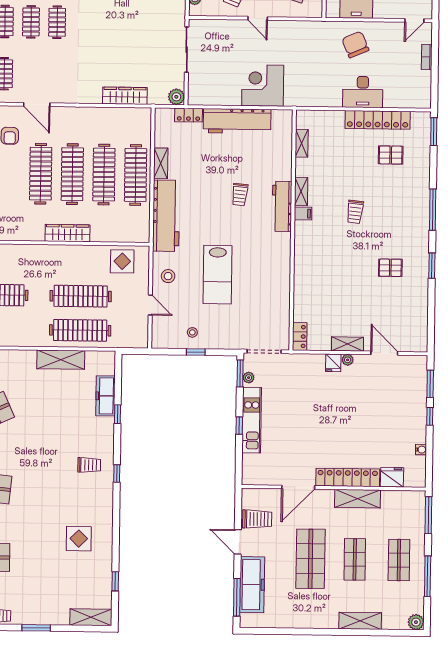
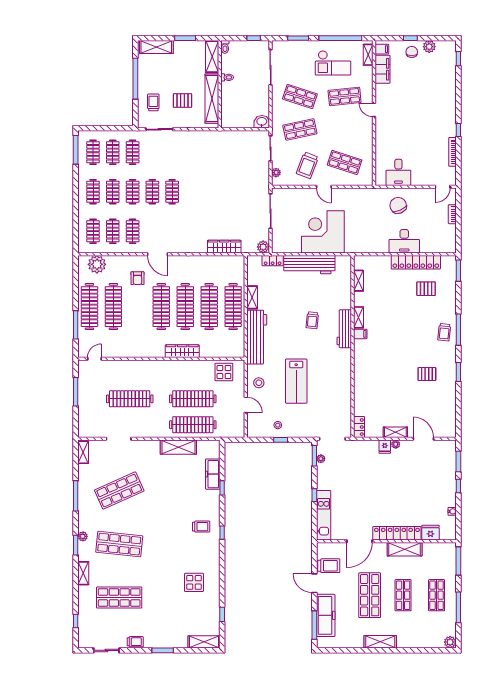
corner desk: (263, 86) -> (323, 232), width x1.36, depth x1.36
trolley: (355, 212) -> (444, 332), moved
kitchen unit: (252, 420) -> (324, 515), moved
shelving: (360, 621) -> (380, 642), moved

